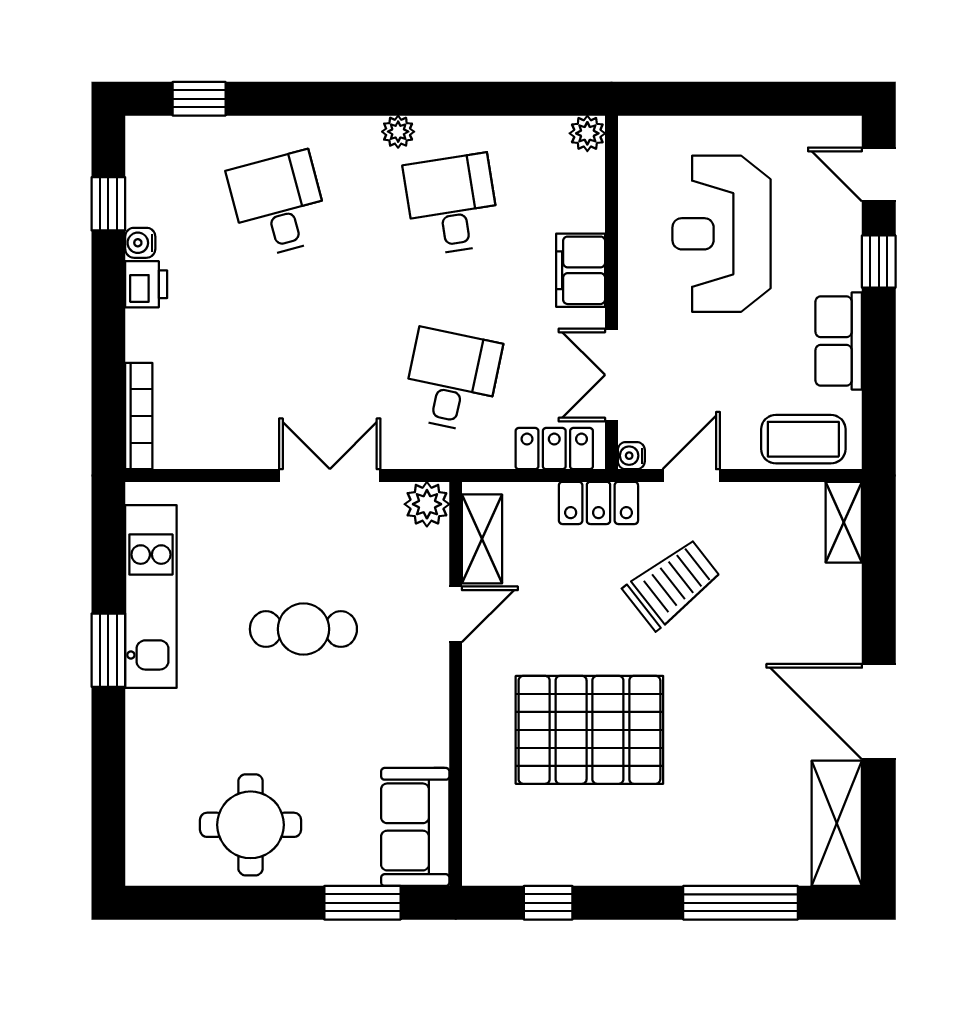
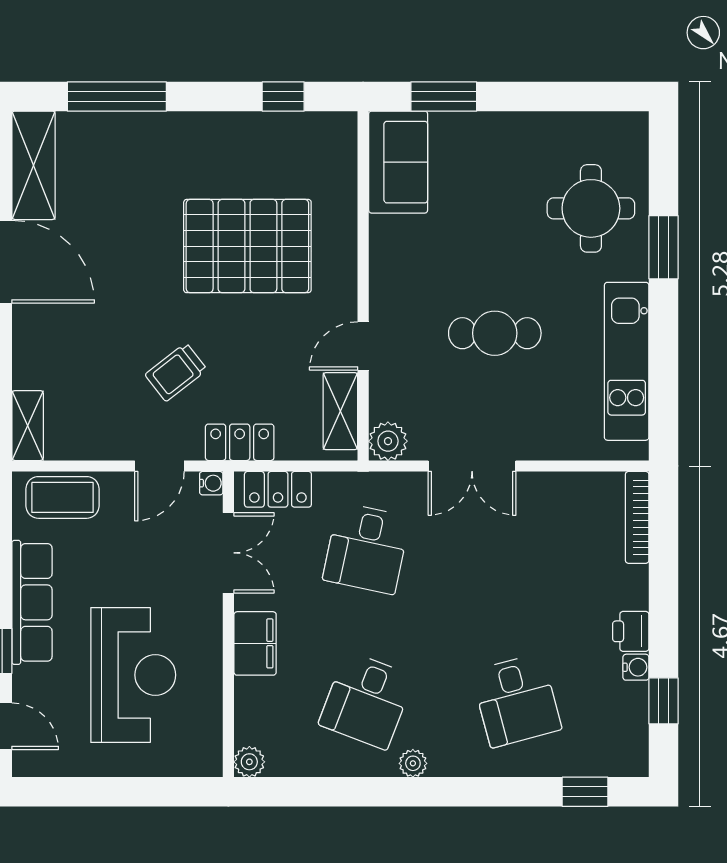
desk: (452, 204) -> (366, 700), turned 30
row of seats: (839, 341) -> (32, 602), width x1.48
trolley: (672, 584) -> (176, 372), width x0.73, depth x0.72
window: (108, 650) -> (663, 247), moved
round table: (251, 825) -> (591, 208), moved

